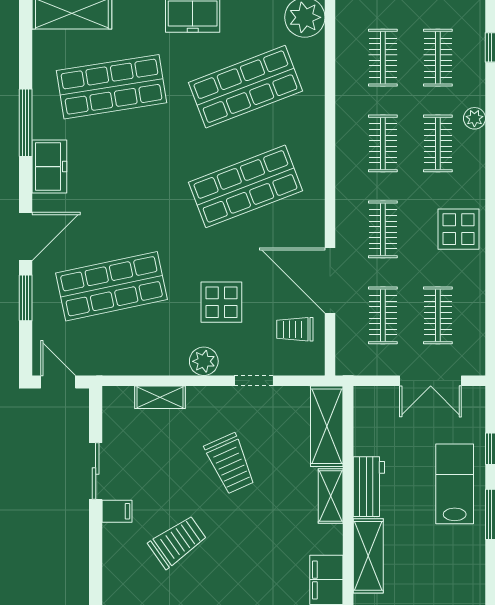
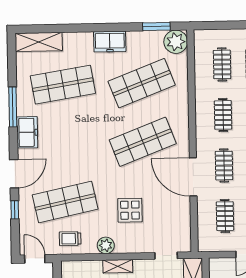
door: (330, 281) -> (193, 177), moved
window: (26, 298) -> (15, 210), width x0.67
trolley: (295, 329) -> (70, 239), moved
plant: (204, 361) -> (106, 245), moved
doorway: (254, 381) -> (166, 256), moved
shelving: (160, 397) -> (118, 266), moved

